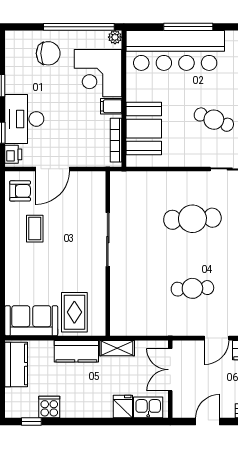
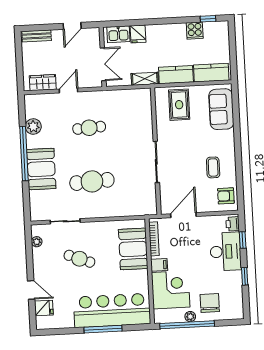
plant: (115, 37) -> (190, 317), moved
chair: (48, 53) -> (210, 303), turned 90
door: (53, 169) -> (183, 215), moved
sofa: (31, 321) -> (221, 109), moved, turned 90
kitchen counter: (16, 364) -> (211, 73), moved, turned 90

